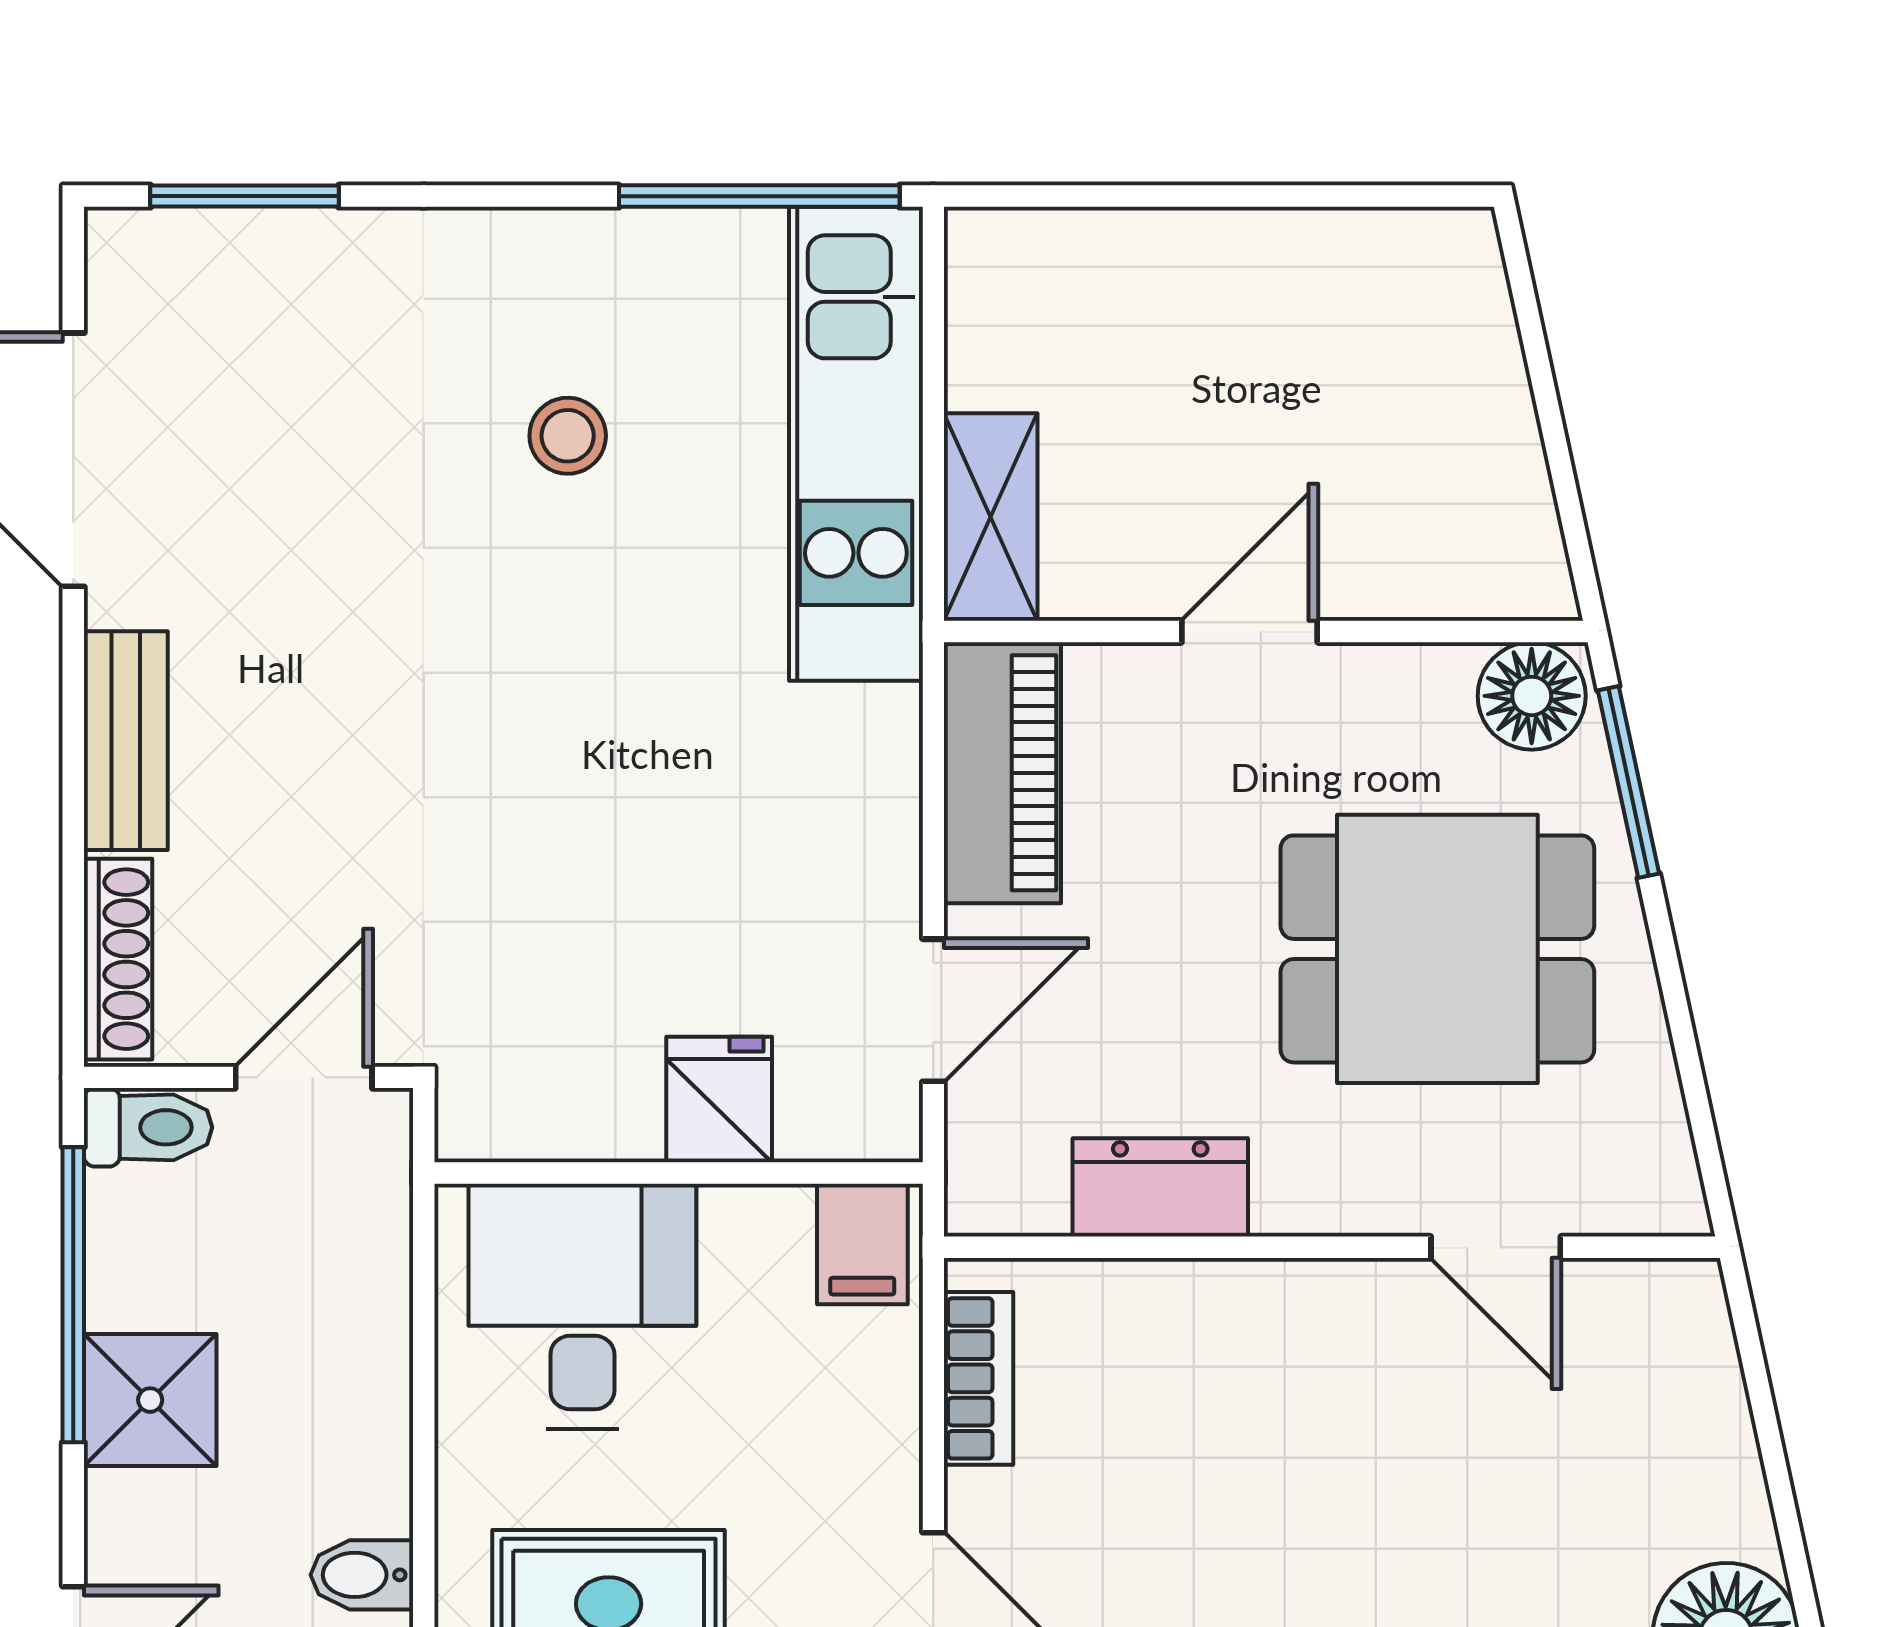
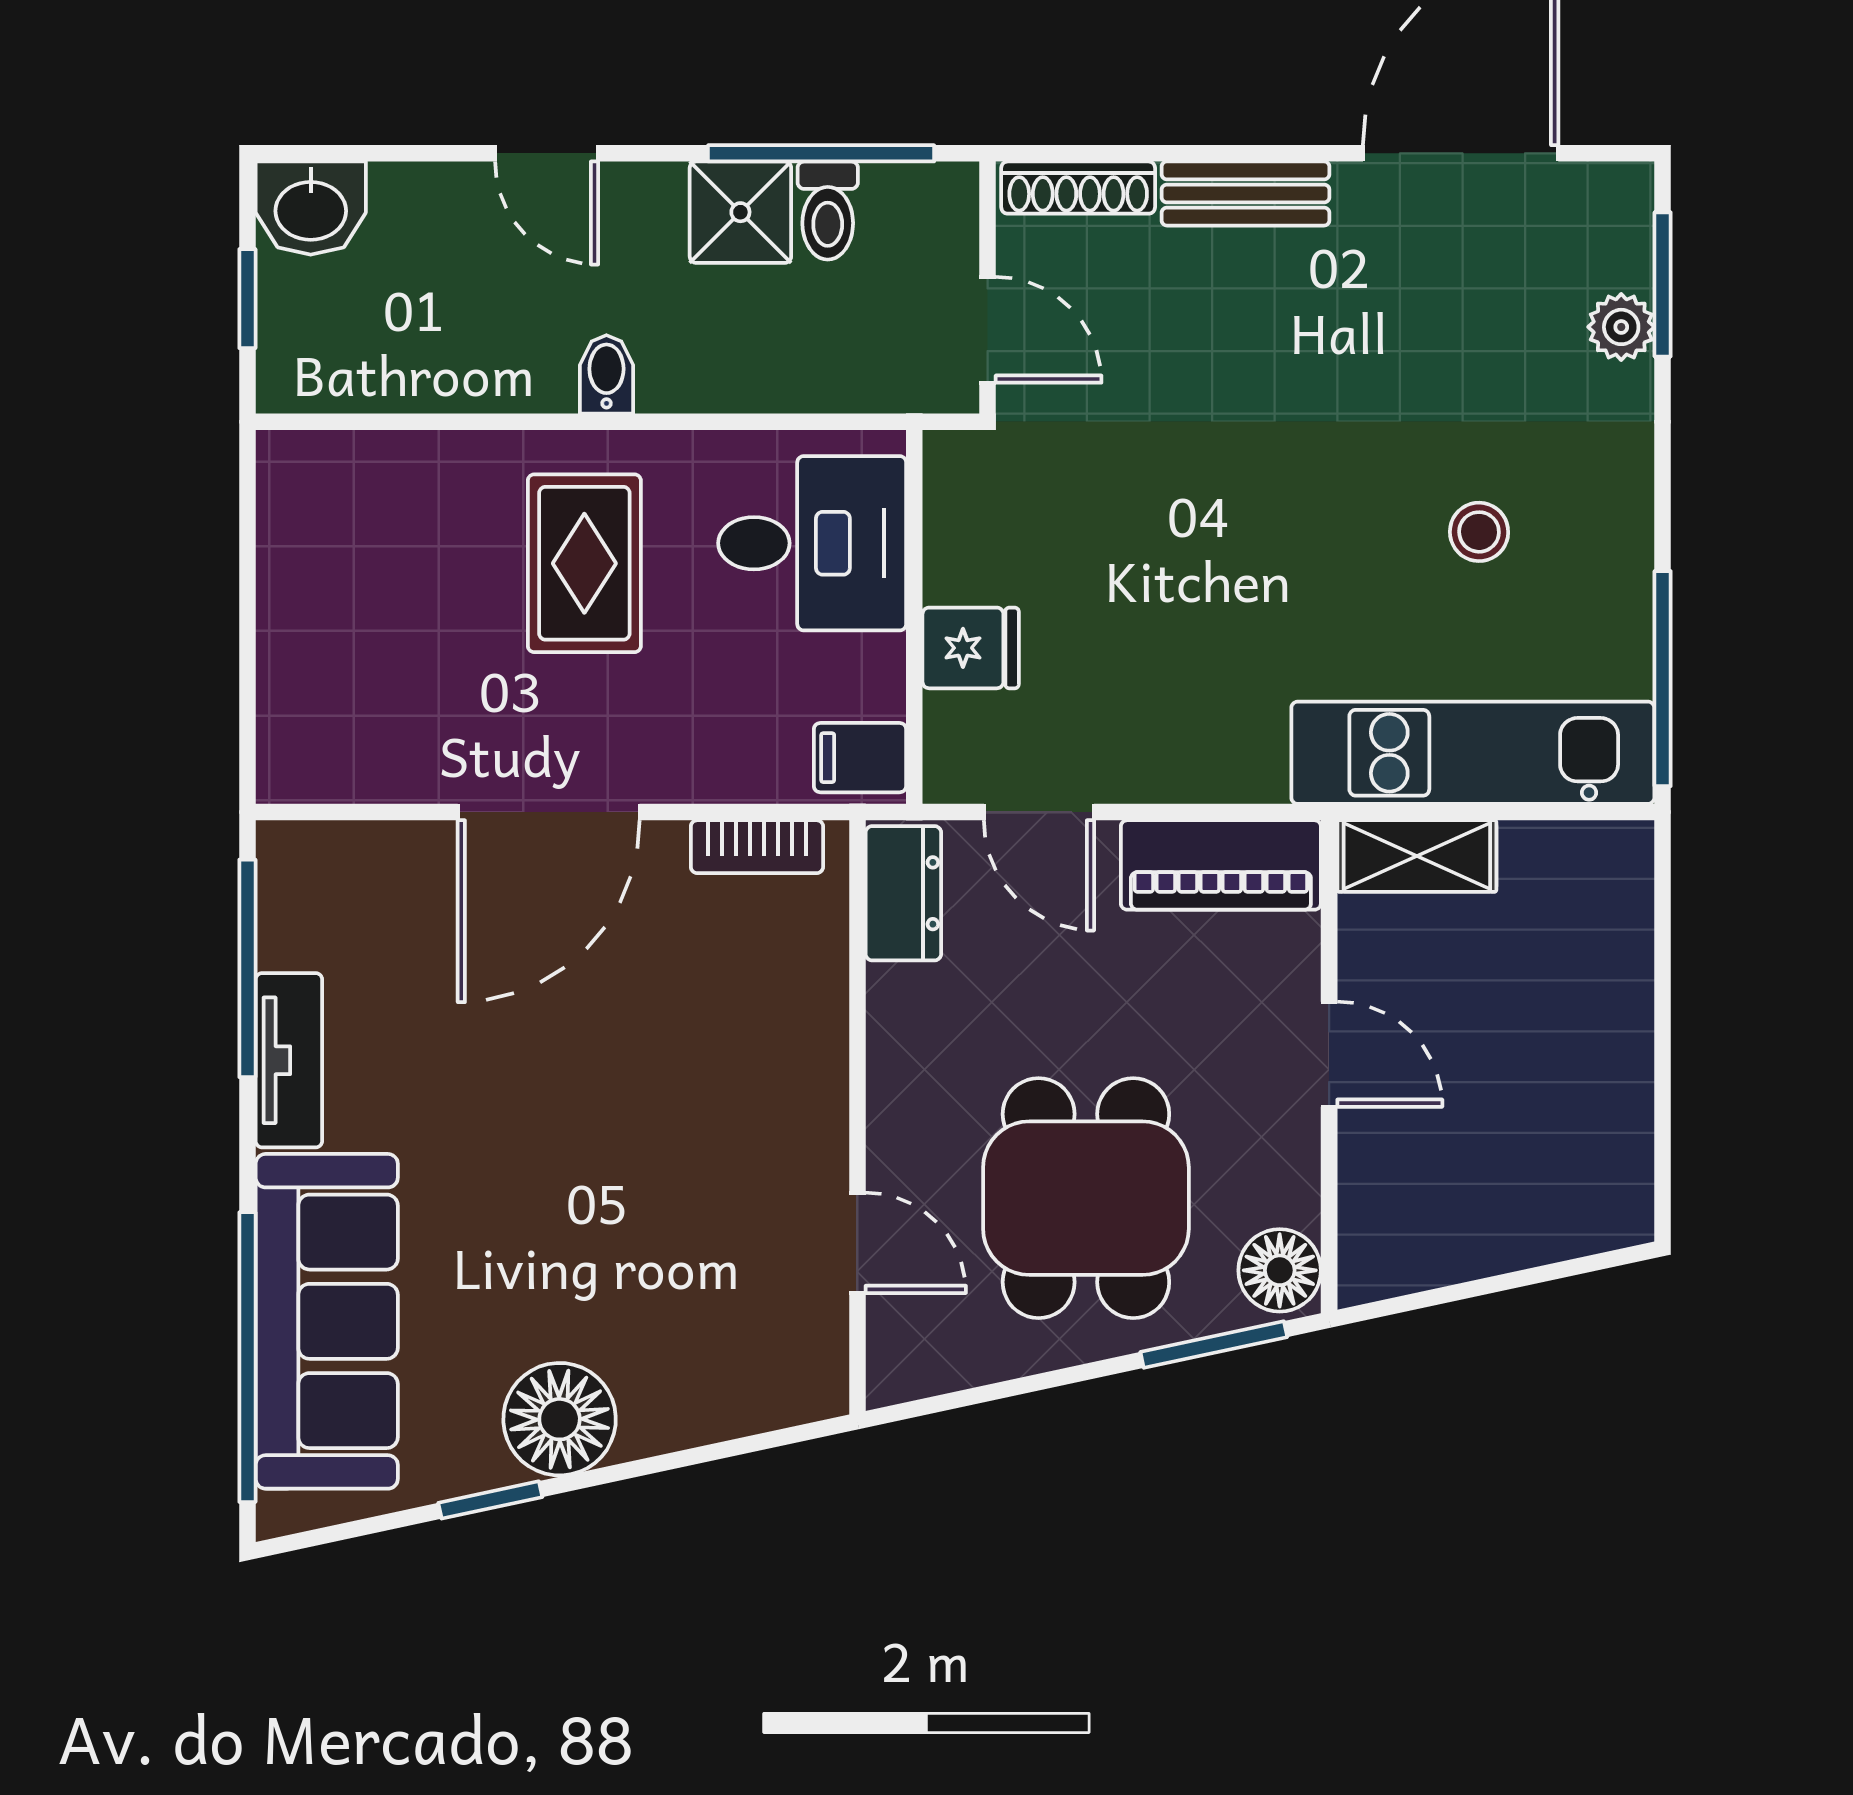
plant: (300, 250) -> (1621, 327), added
toilet: (148, 1127) -> (828, 210), moved
dresser: (1160, 1187) -> (903, 893), moved
door: (1496, 1247) -> (857, 1243), swing flipped

